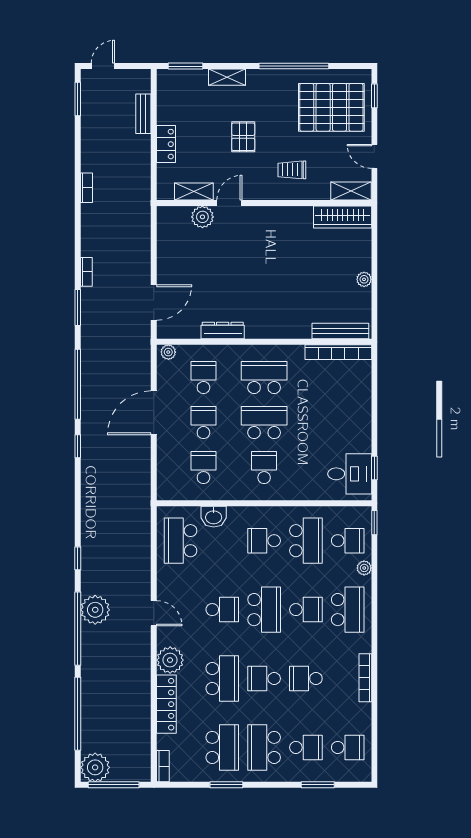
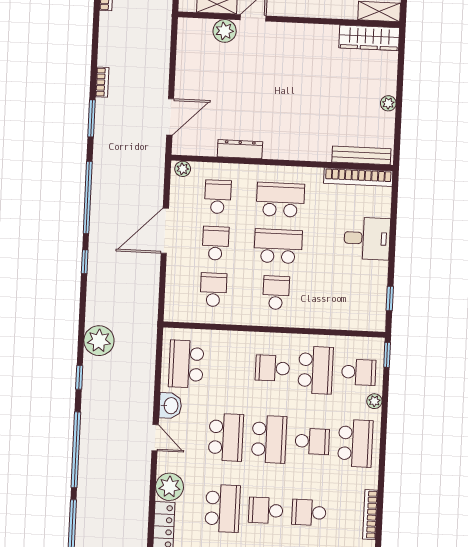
desk: (350, 474) -> (367, 238), moved
washbasin: (214, 517) -> (170, 406), moved, turned -90
plant: (95, 610) -> (99, 341), moved
school desk: (222, 610) -> (226, 437), width x1.85

